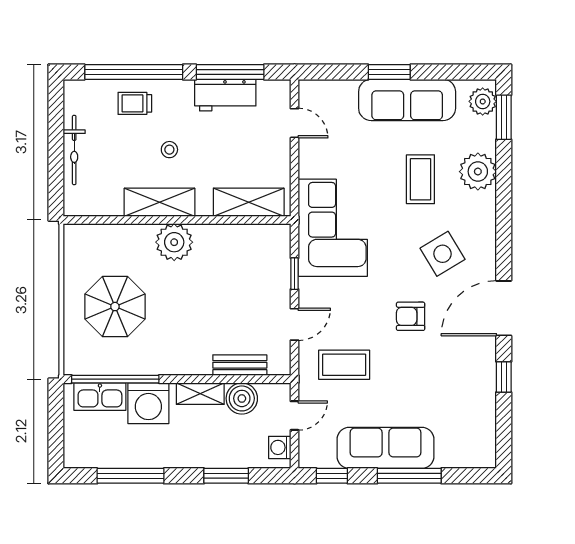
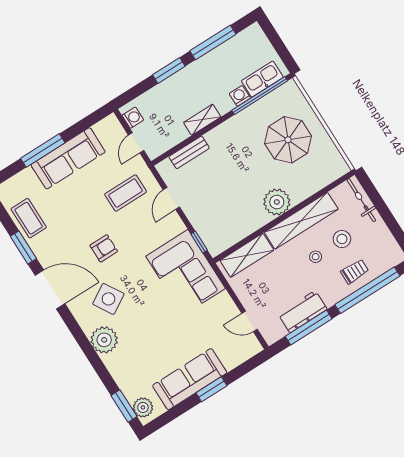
bicycle: (74, 150) -> (361, 200), moved
stool: (126, 151) -> (342, 239), added
plant: (478, 172) -> (104, 340), moved
coffee table: (420, 179) -> (29, 218), moved
shelving: (160, 202) -> (301, 221), width x1.47
window: (294, 274) -> (199, 242), moved
door: (504, 308) -> (50, 289), hinge flipped
window: (504, 377) -> (23, 247), width x1.50
boiler: (242, 398) -> (175, 133), removed
washing machine: (148, 403) -> (240, 96), width x0.53, depth x0.53
window: (226, 476) -> (169, 70), moved
window: (332, 476) -> (90, 121), removed

